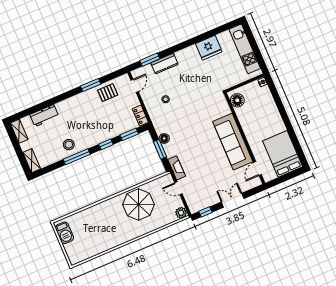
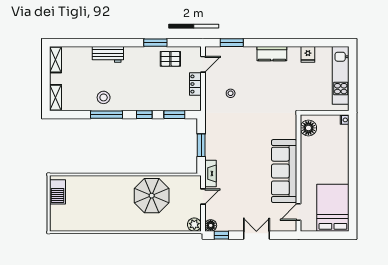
fridge: (209, 48) -> (308, 54), width x0.53, depth x0.75
kitchen counter: (164, 63) -> (272, 54), moved
workbench: (44, 116) -> (108, 54), moved
locker: (140, 116) -> (195, 84), moved
floor lamp: (164, 138) -> (211, 225), moved
door: (178, 188) -> (203, 197), swing flipped

